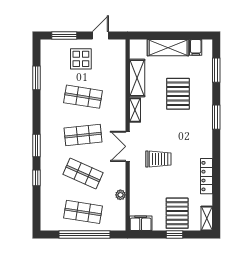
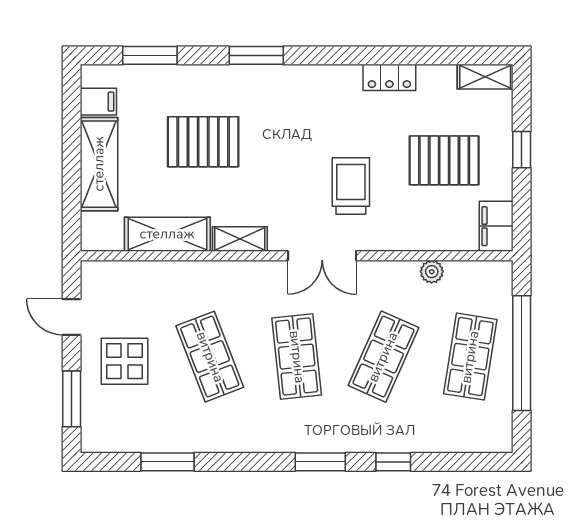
shop shelf: (83, 97) -> (210, 357), turned -30
locker: (206, 176) -> (389, 77), width x0.66
pallet: (177, 213) -> (444, 160), moved

